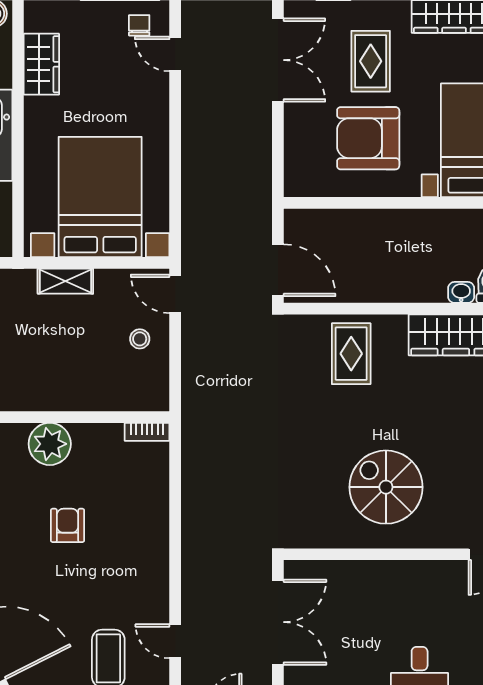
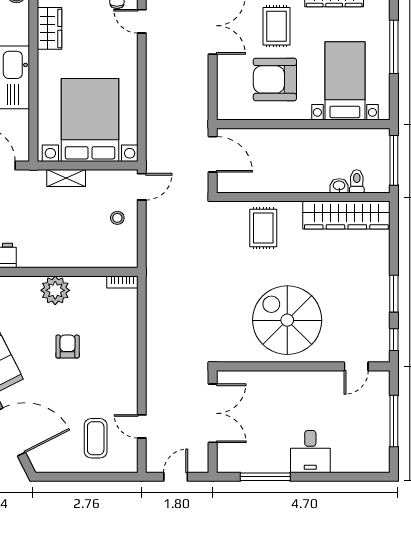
door: (278, 270) -> (213, 154), moved
door: (175, 294) -> (142, 187), swing flipped
spiral stairs: (386, 487) -> (287, 320), width x1.37, depth x1.37

